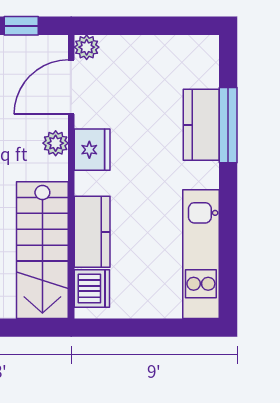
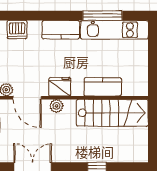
kitchen counter: (201, 125) -> (61, 30), moved
window: (228, 125) -> (103, 16), moved
dishwasher: (92, 289) -> (17, 30), moved, turned 180

